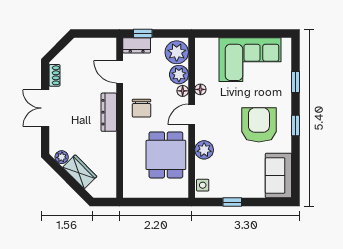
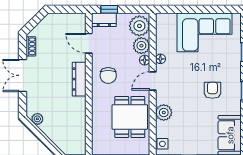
armchair: (259, 125) -> (212, 90), width x0.53, depth x0.53
wardrobe: (80, 172) -> (53, 132), removed

